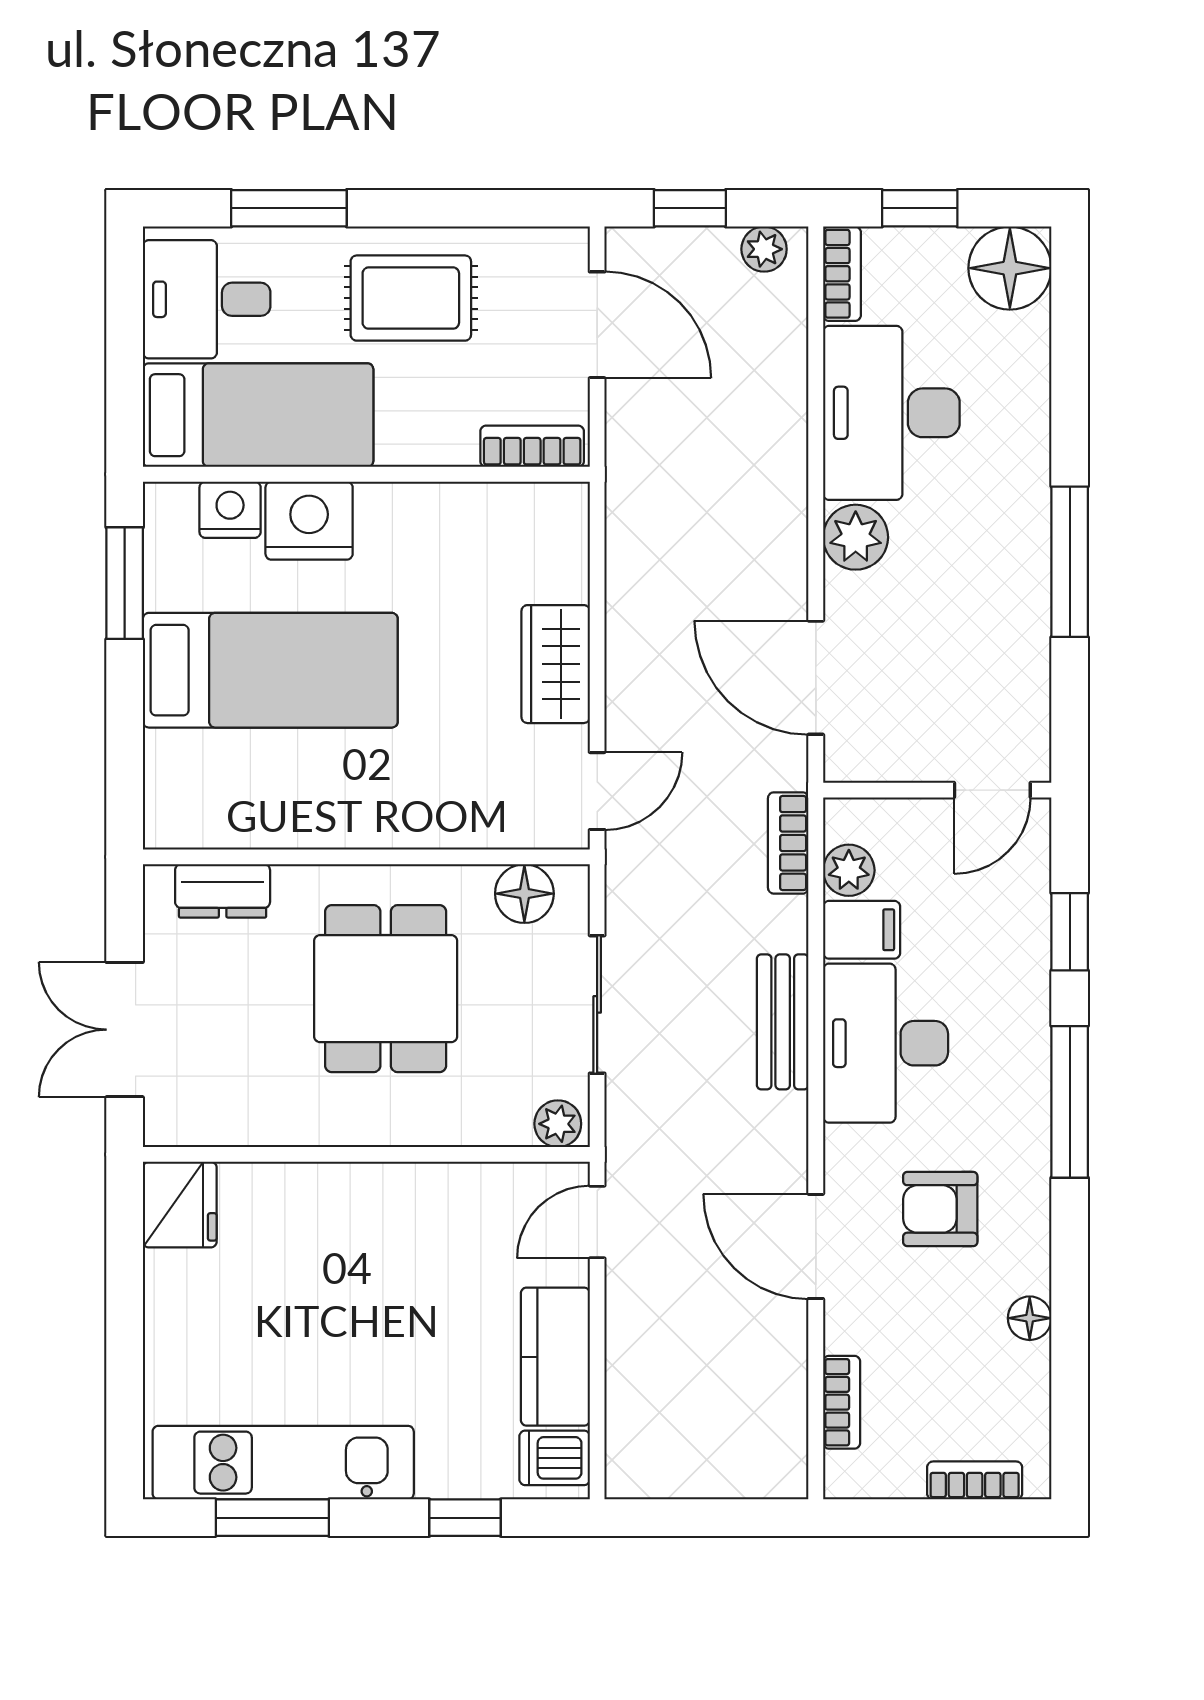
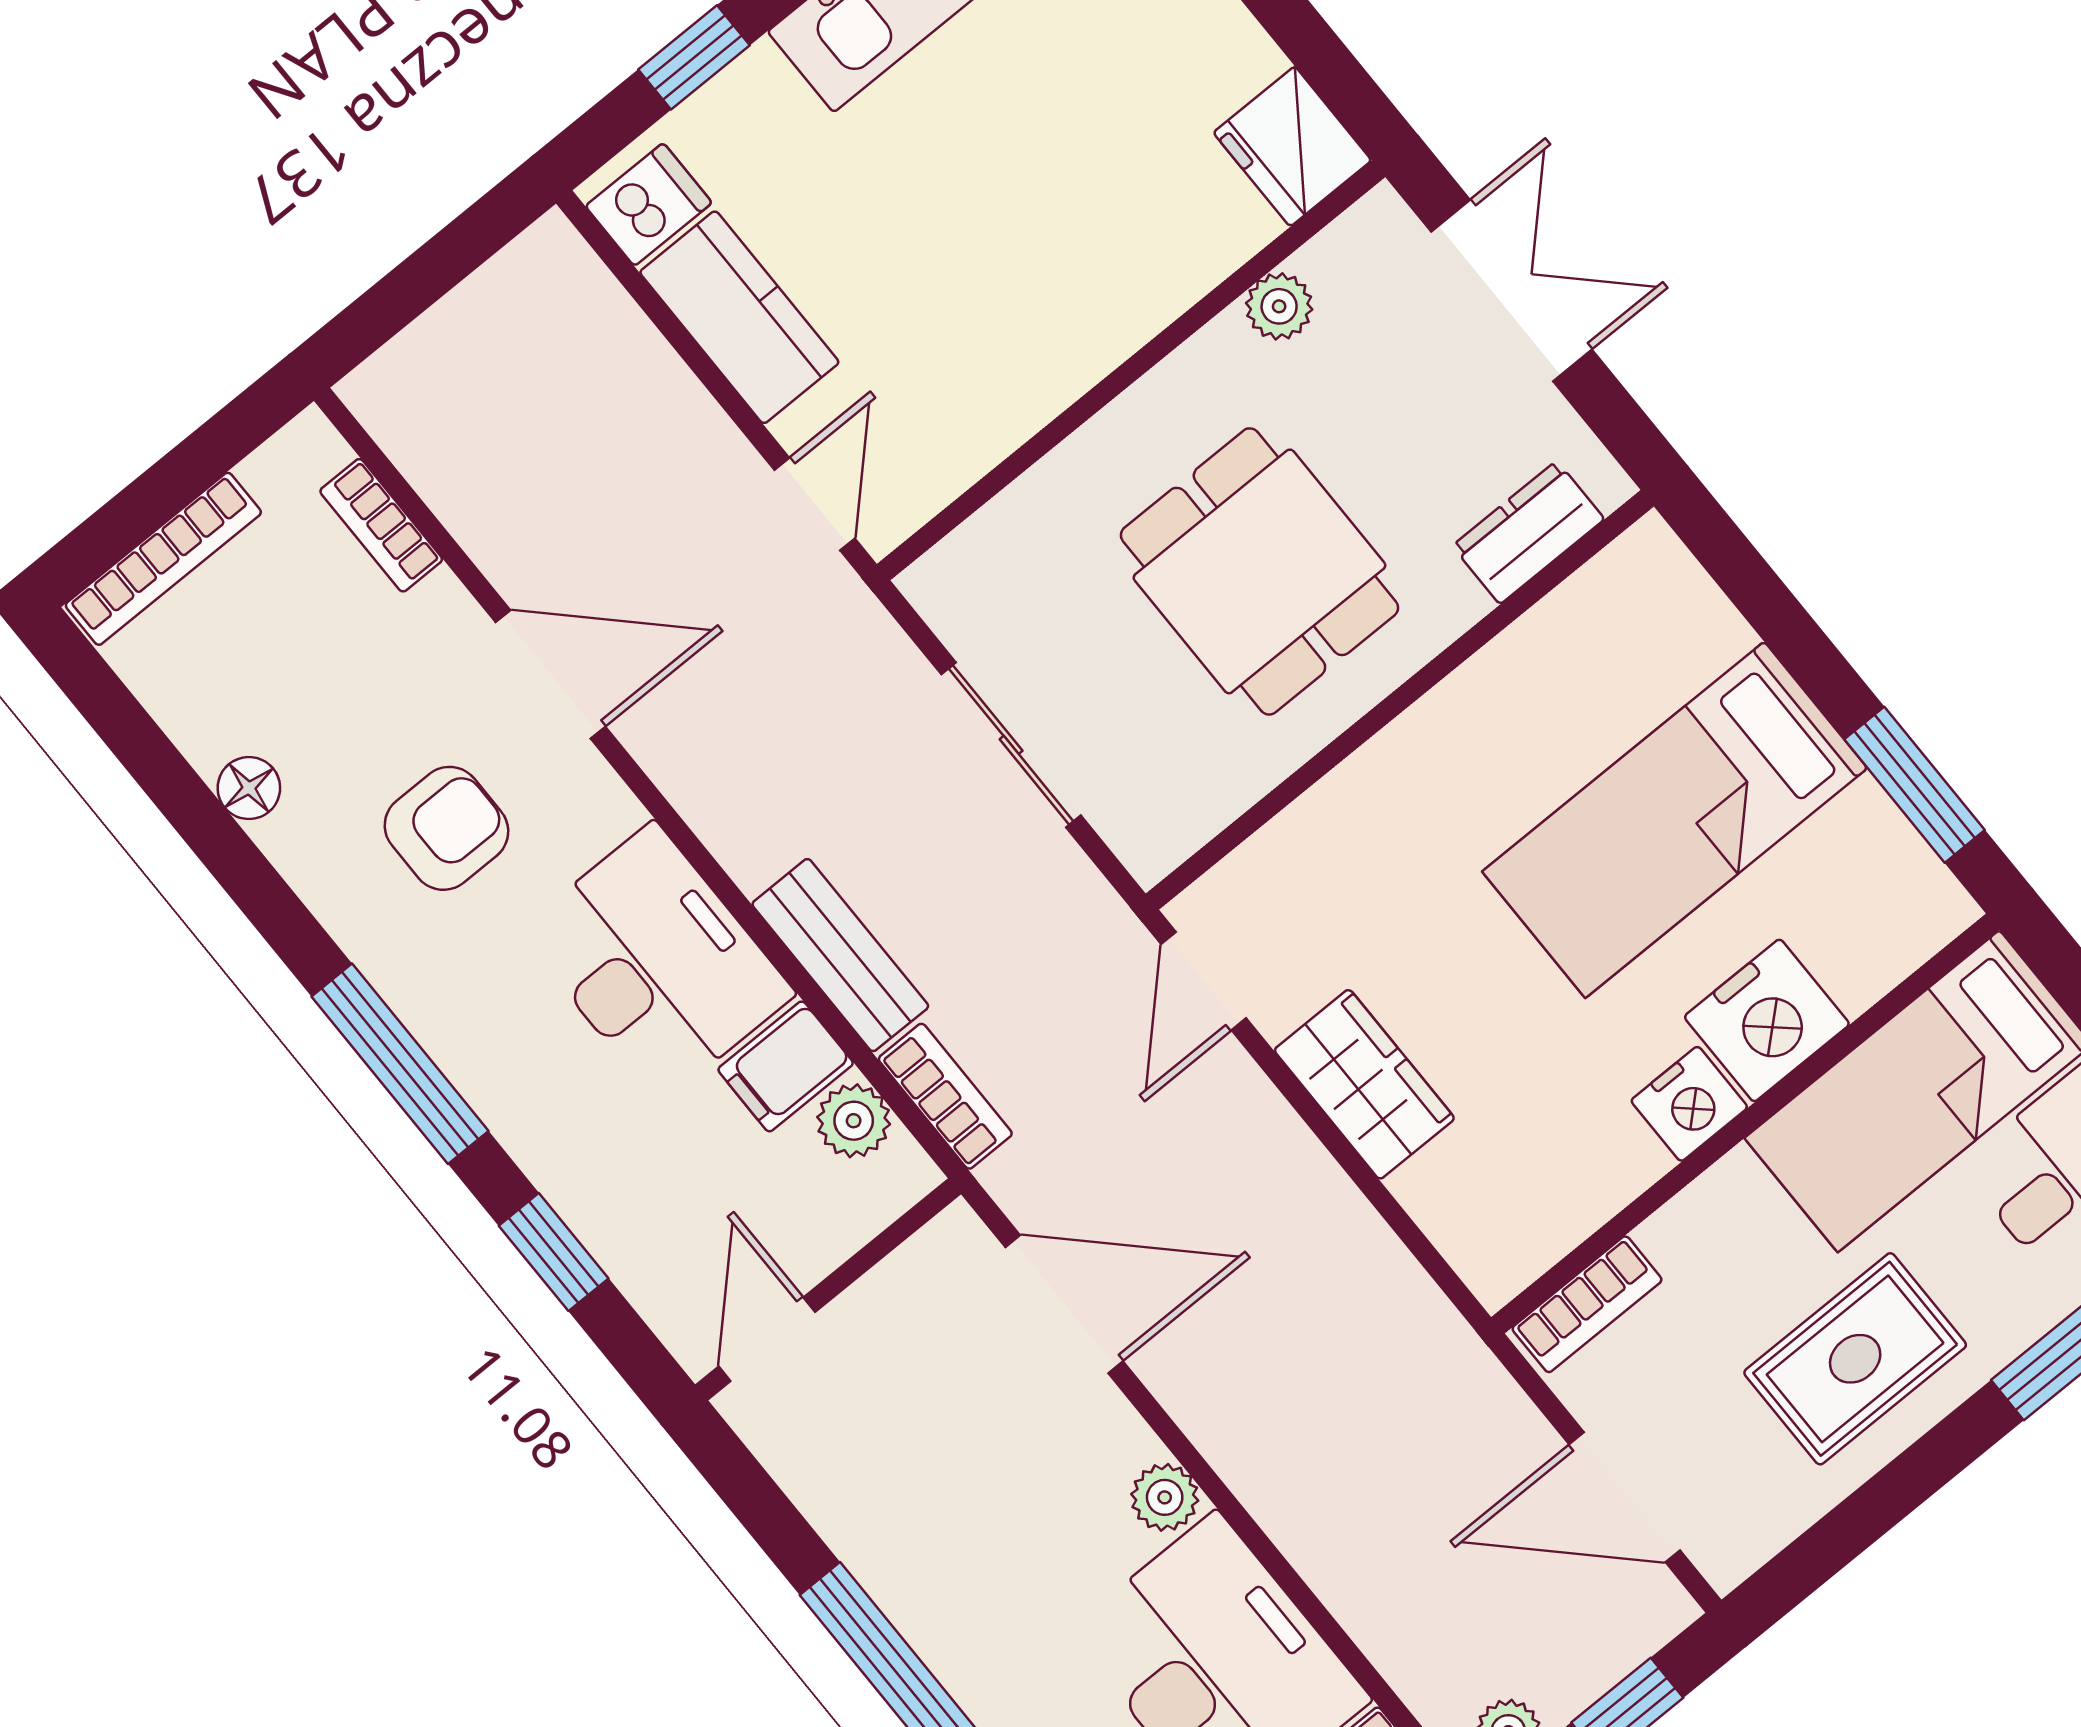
nightstand: (230, 510) -> (1689, 1104), moved
plant: (856, 537) -> (1165, 1497), width x0.73, depth x0.73
floor lamp: (524, 894) -> (1192, 802), removed
bench: (783, 1022) -> (840, 955), moved
plant: (558, 1124) -> (1279, 306), moved
bookcase: (975, 1480) -> (163, 559), width x1.56

